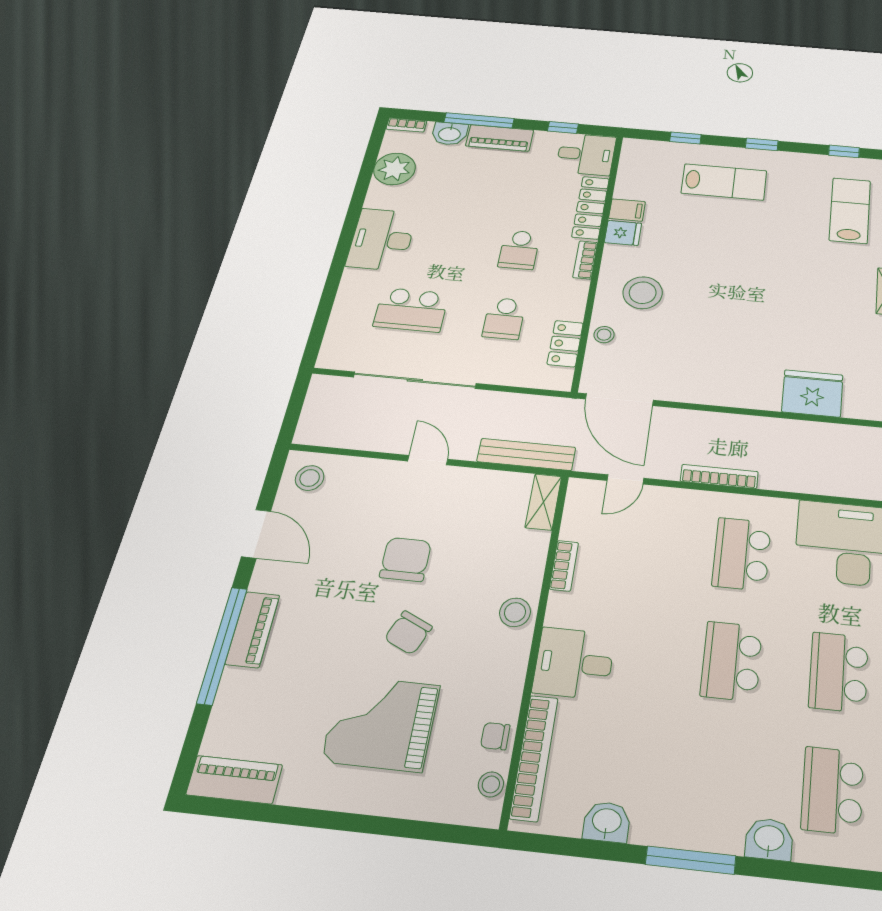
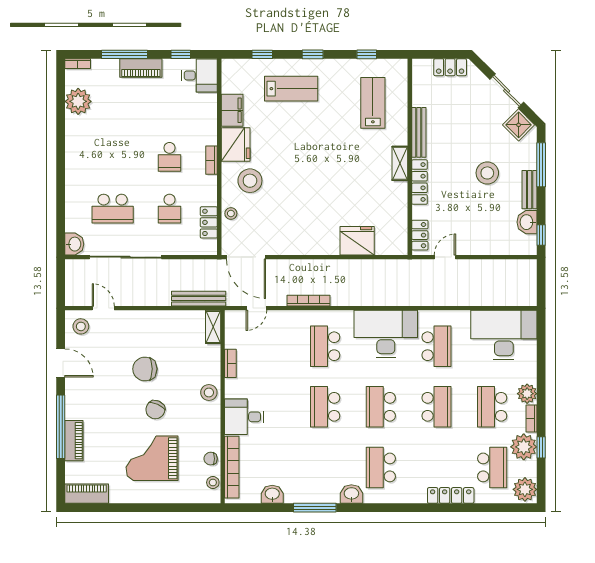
washbasin: (450, 134) -> (74, 244), moved, turned -90
locker: (591, 208) -> (209, 119), removed
filing cabinet: (627, 210) -> (232, 110), width x2.00
fridge: (623, 233) -> (236, 145), width x1.88, depth x1.34
desk: (382, 239) -> (83, 158), removed
door: (428, 460) -> (103, 308), moved
chair: (406, 559) -> (145, 369), turned -90
piano: (253, 629) -> (74, 441), moved

